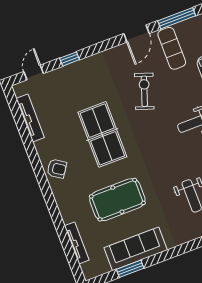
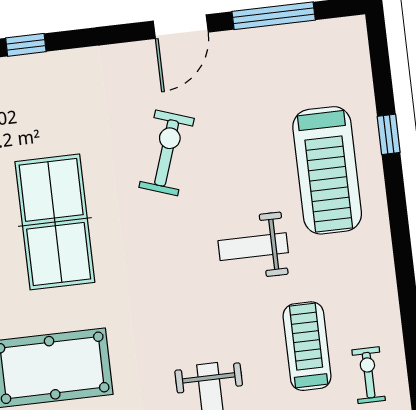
exercise mat: (172, 48) -> (247, 77), removed

